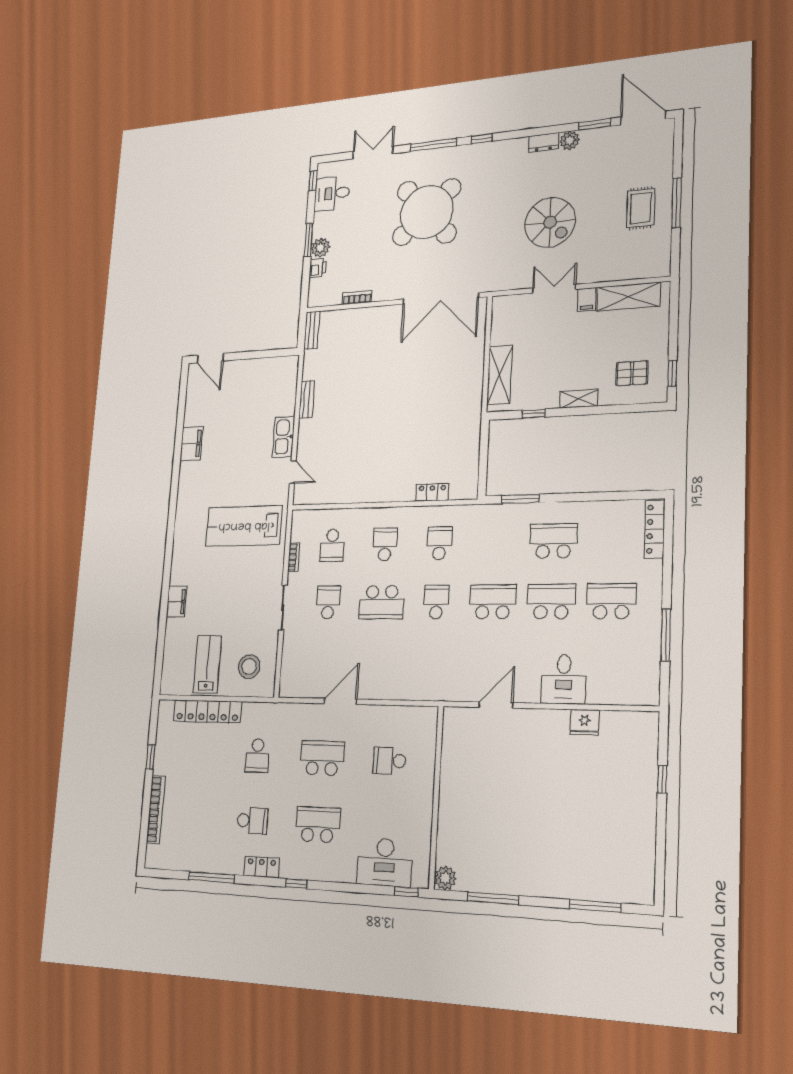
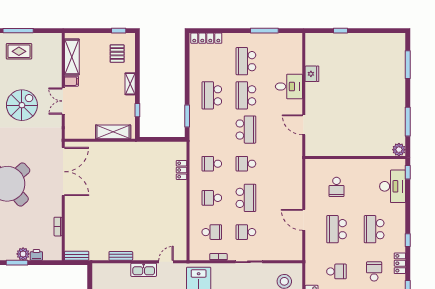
school desk: (493, 602) -> (246, 130), turned 180

